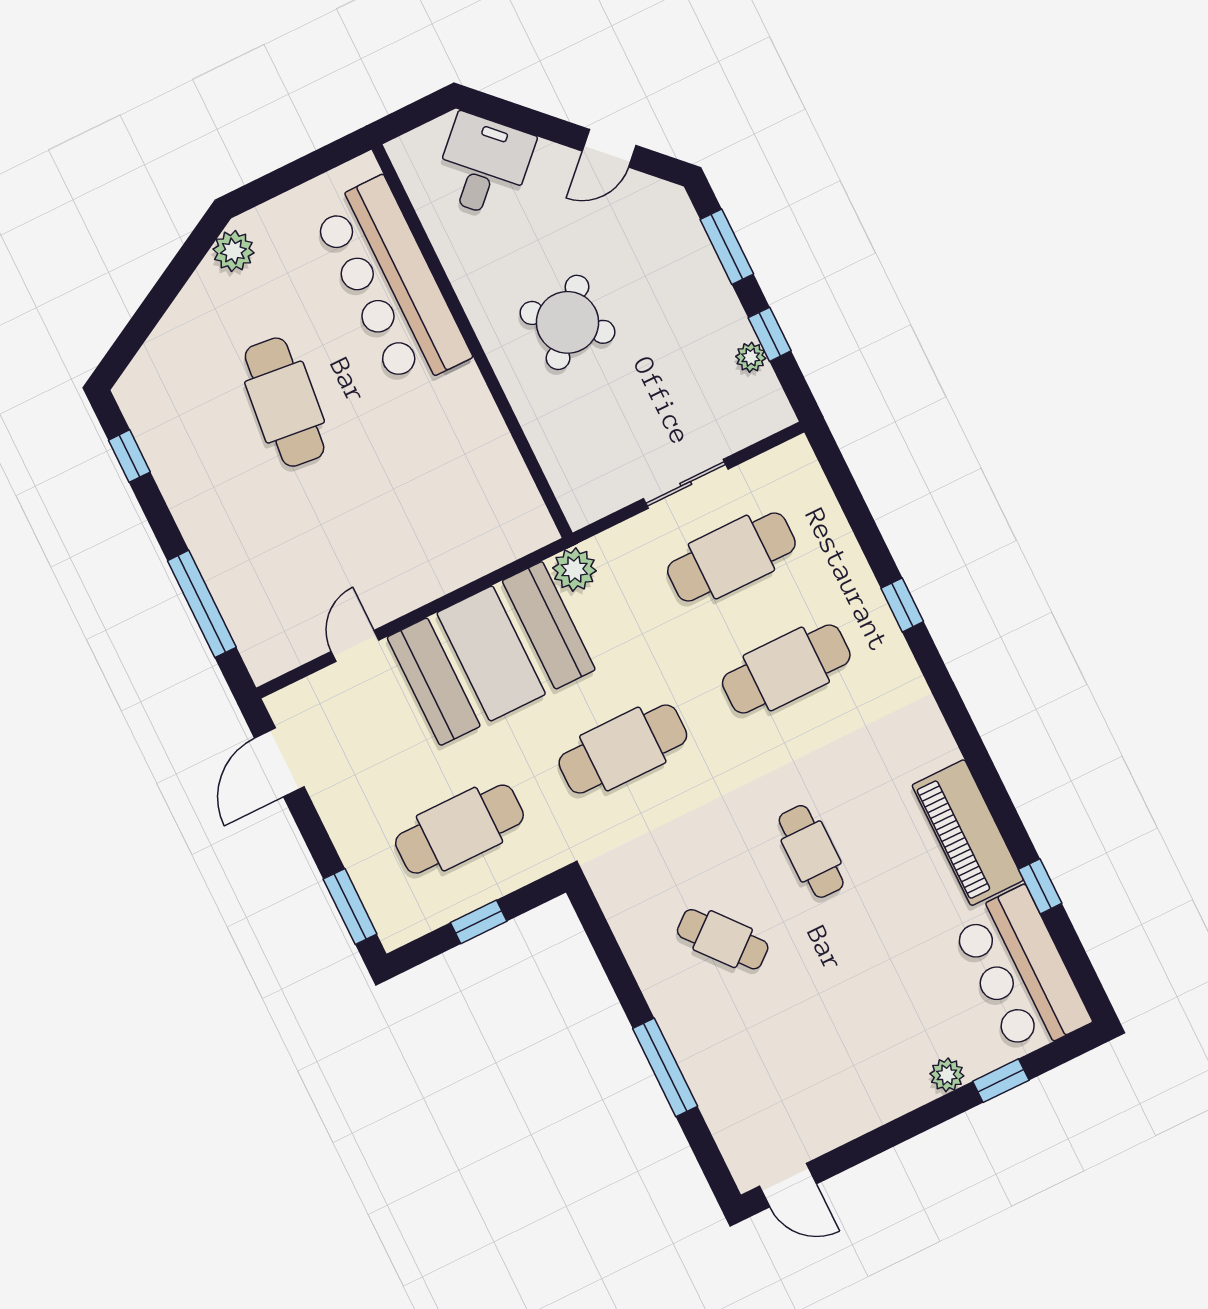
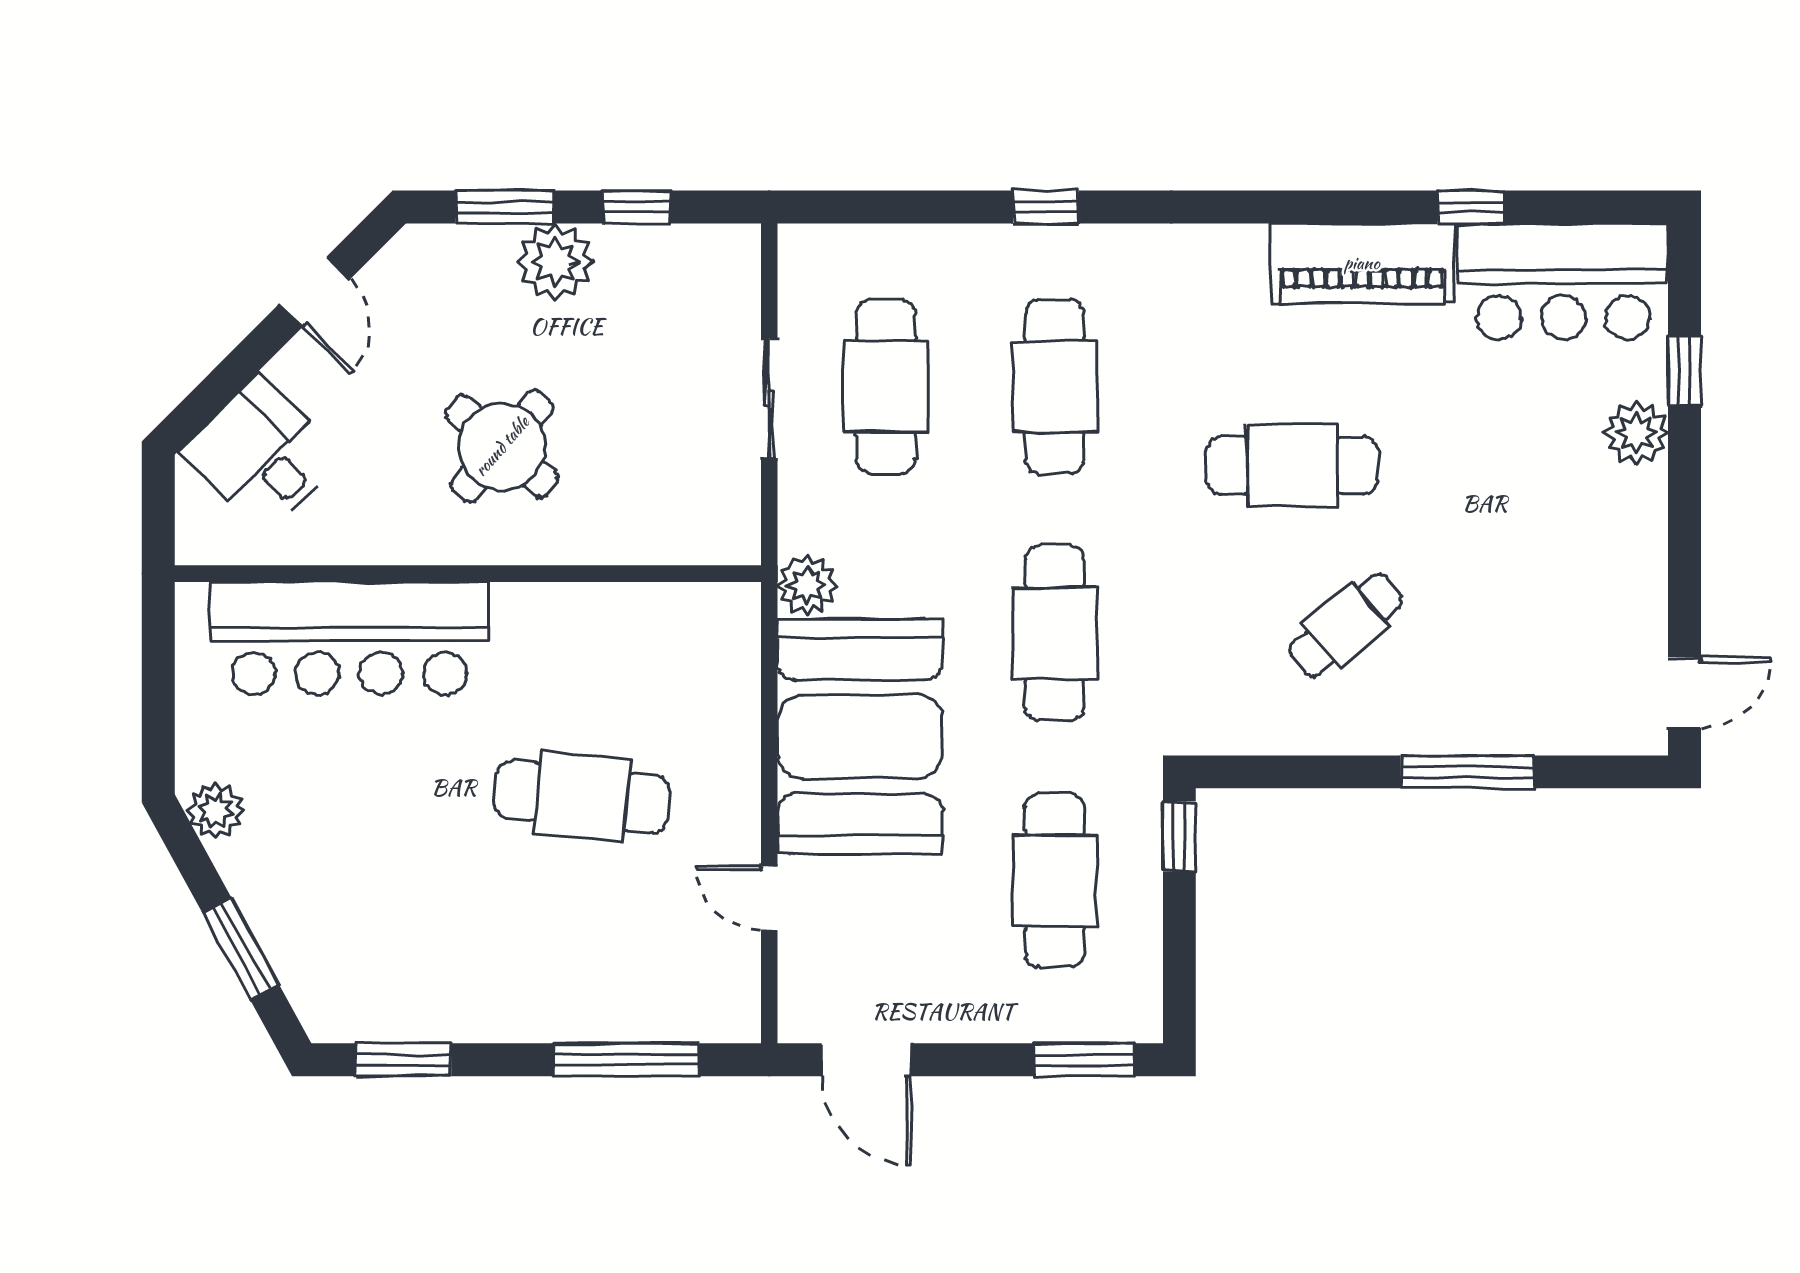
window: (150, 312) -> (241, 949), added
plant: (751, 357) -> (555, 262), moved, width x1.88, depth x1.88
cafe table: (285, 402) -> (582, 797), moved
window: (129, 456) -> (403, 1060), width x1.50
cafe table: (811, 851) -> (1292, 465), width x1.37, depth x1.35
window: (479, 922) -> (1179, 836), moved
plant: (947, 1075) -> (1637, 433), width x1.38, depth x1.38

